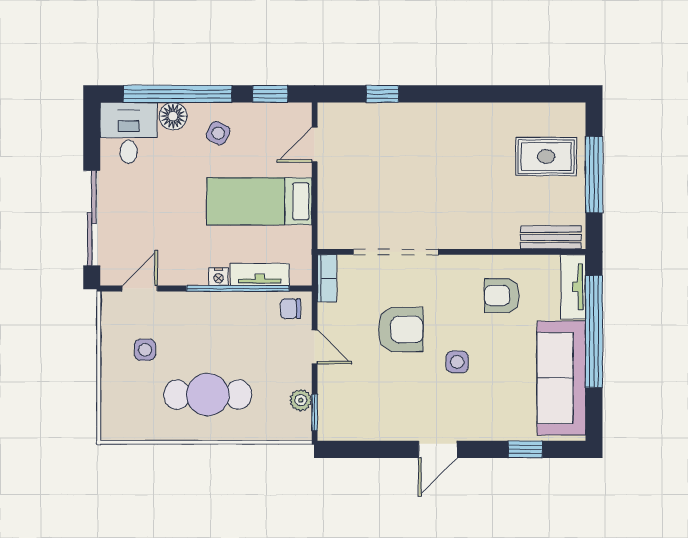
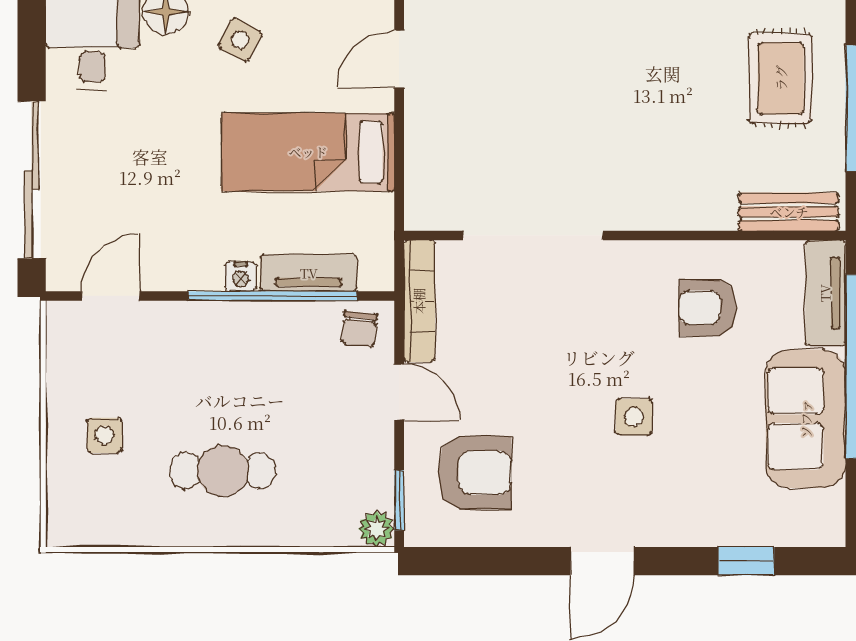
rug: (546, 157) -> (781, 78), turned 90
bookcase: (327, 278) -> (419, 301), width x1.56
chair: (291, 309) -> (359, 329), turned -84
armchair: (401, 329) -> (475, 473), moved
side table: (145, 350) -> (105, 435), moved
sofa: (561, 378) -> (806, 419), width x0.73
cafe table: (208, 395) -> (223, 471), width x0.73, depth x0.74
plant: (301, 400) -> (376, 529), moved

